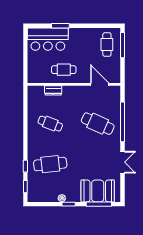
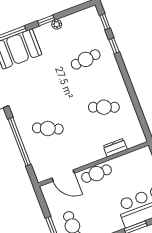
cafe table: (64, 70) -> (96, 174), moved
cafe table: (98, 124) -> (48, 128), width x0.73, depth x0.74
cafe table: (50, 164) -> (86, 59), width x0.73, depth x0.74

